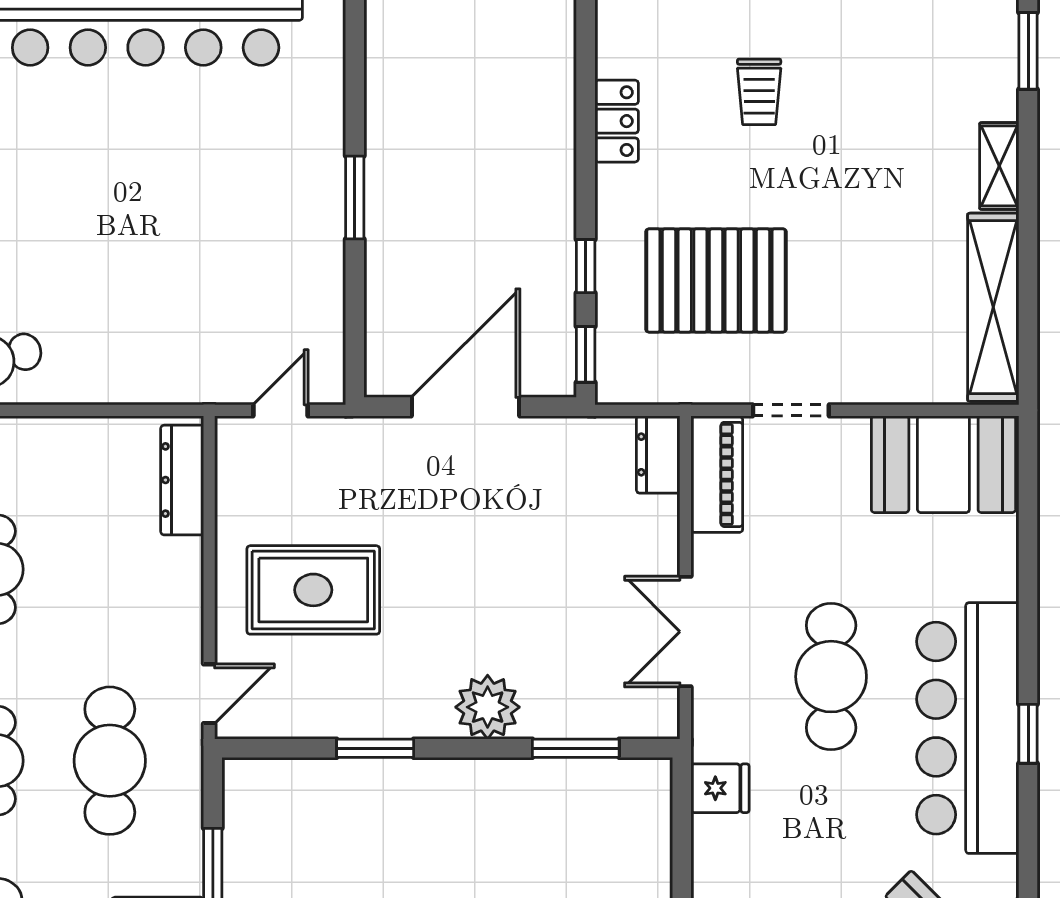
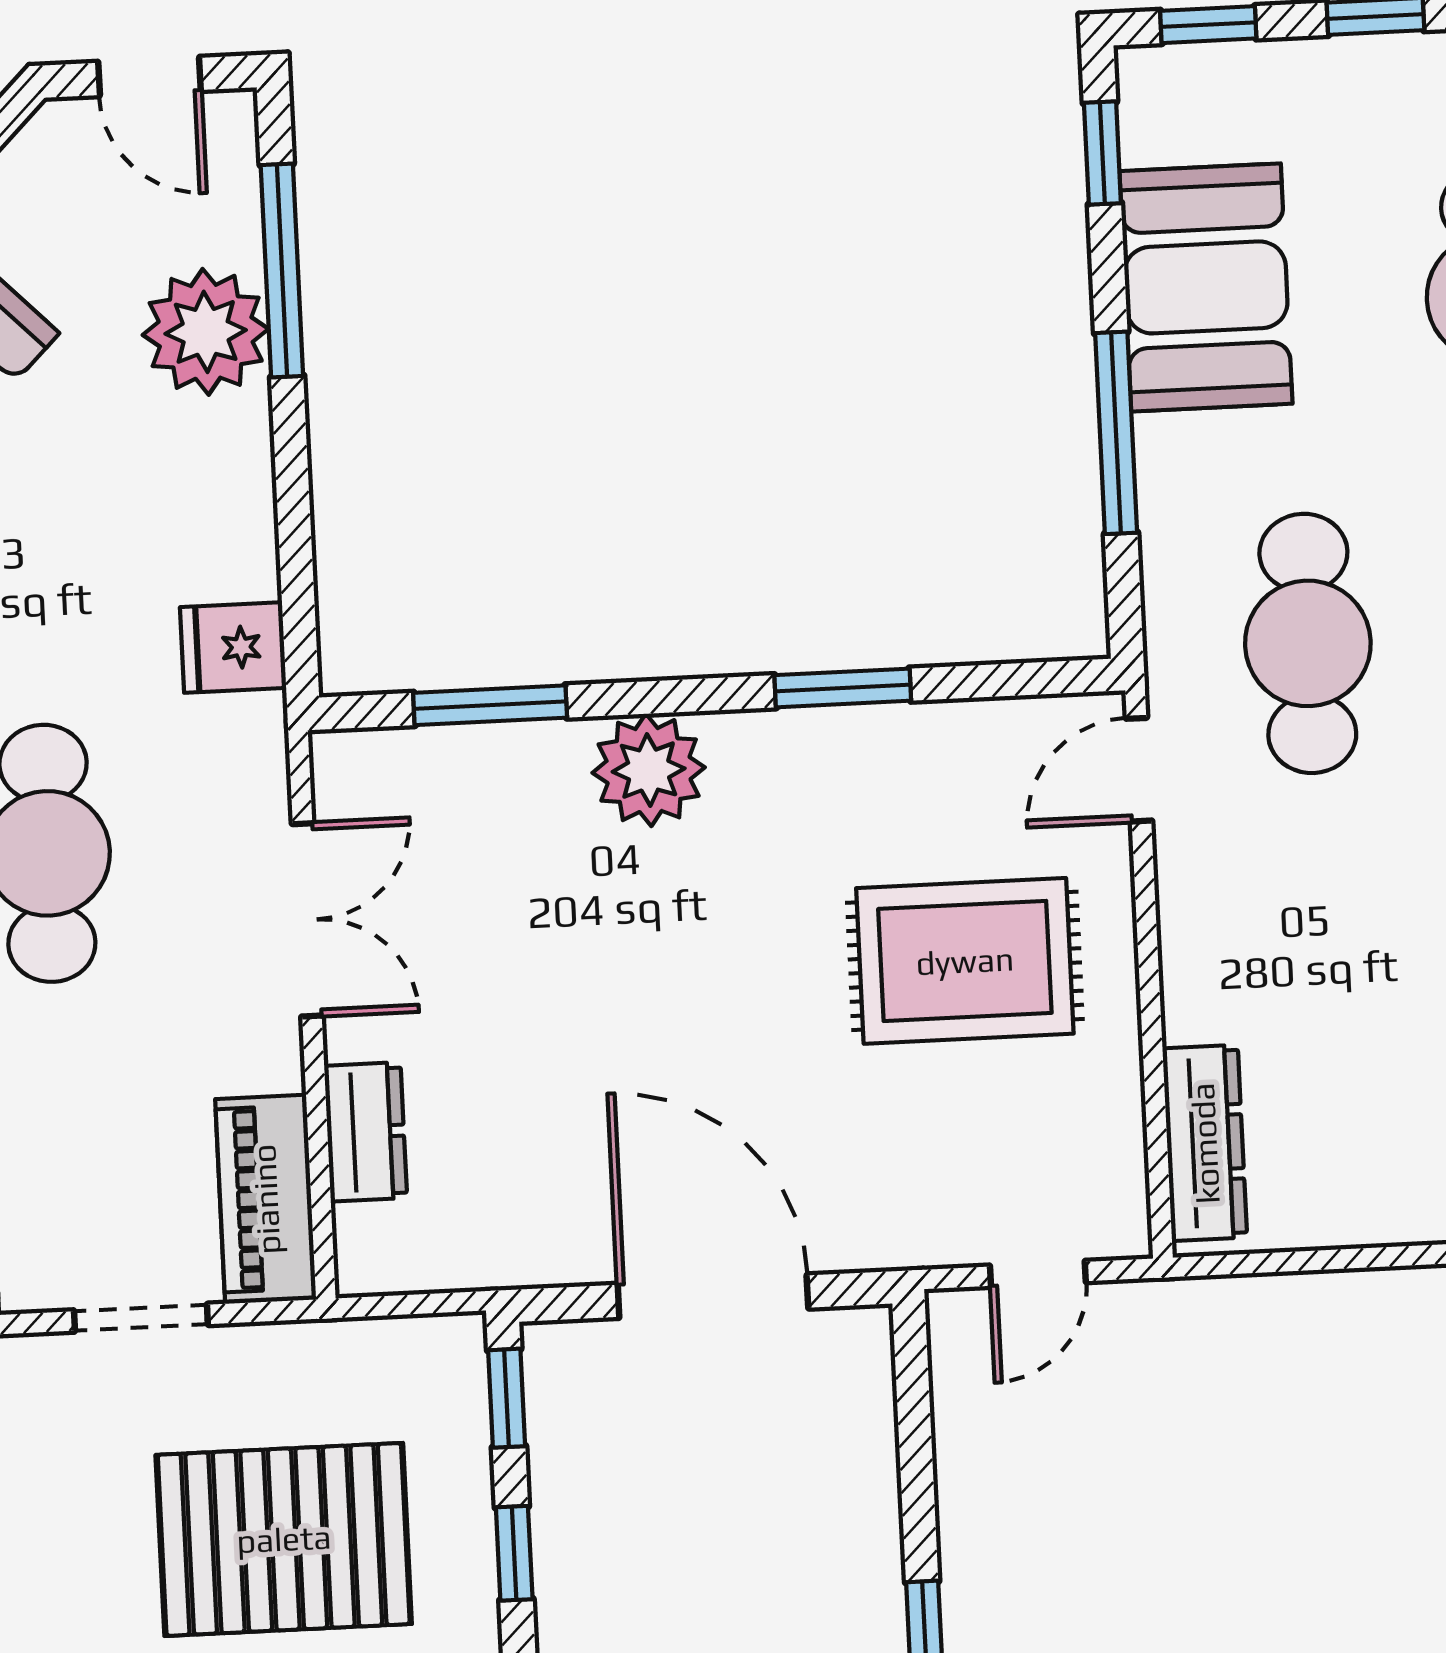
door: (466, 407) -> (713, 1296), swing flipped
dresser: (658, 454) -> (366, 1132), moved

